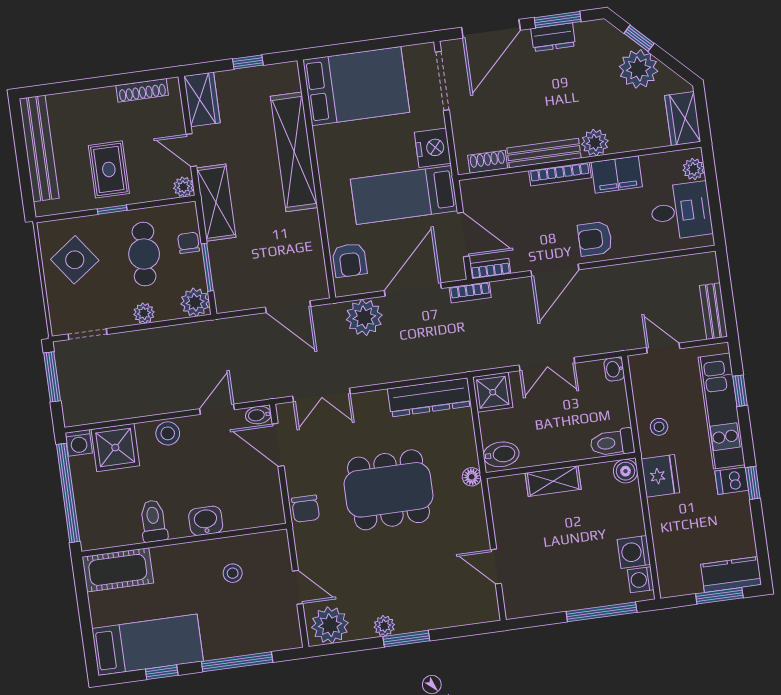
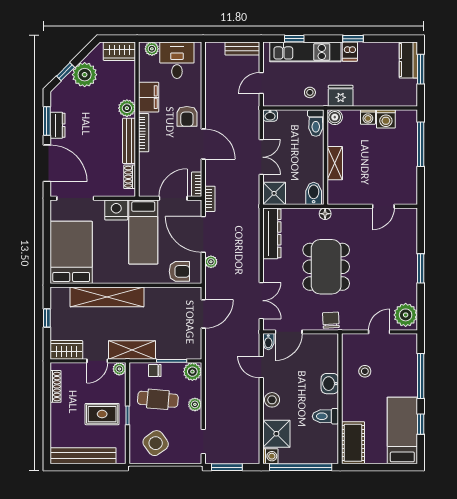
plant: (364, 317) -> (211, 262), width x0.53, depth x0.53
chair: (306, 509) -> (331, 320), turned -93
washing machine: (641, 580) -> (368, 117), moved
plant: (384, 626) -> (411, 281), removed

